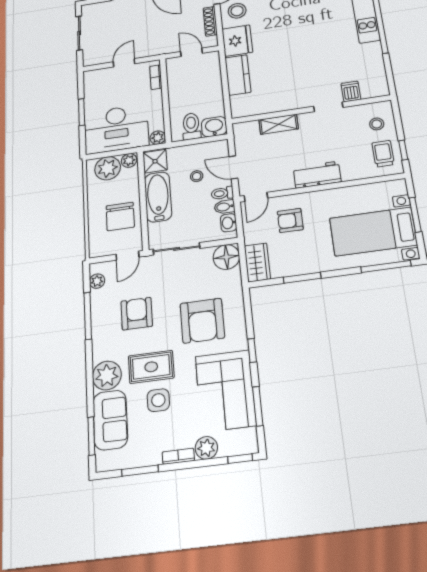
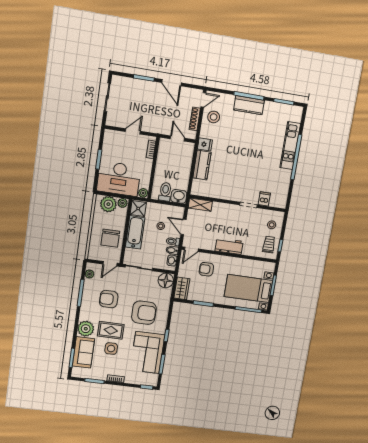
fridge: (237, 41) -> (205, 144), width x0.53, depth x0.75
shelving: (279, 124) -> (200, 205), moved
armchair: (137, 314) -> (109, 299), turned -90
armchair: (202, 321) -> (144, 313), turned -90
plant: (206, 448) -> (131, 378), removed

